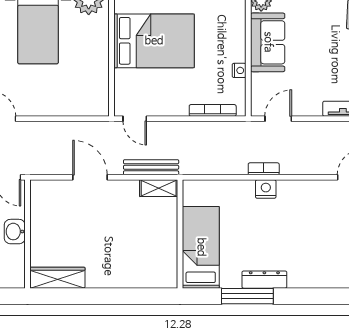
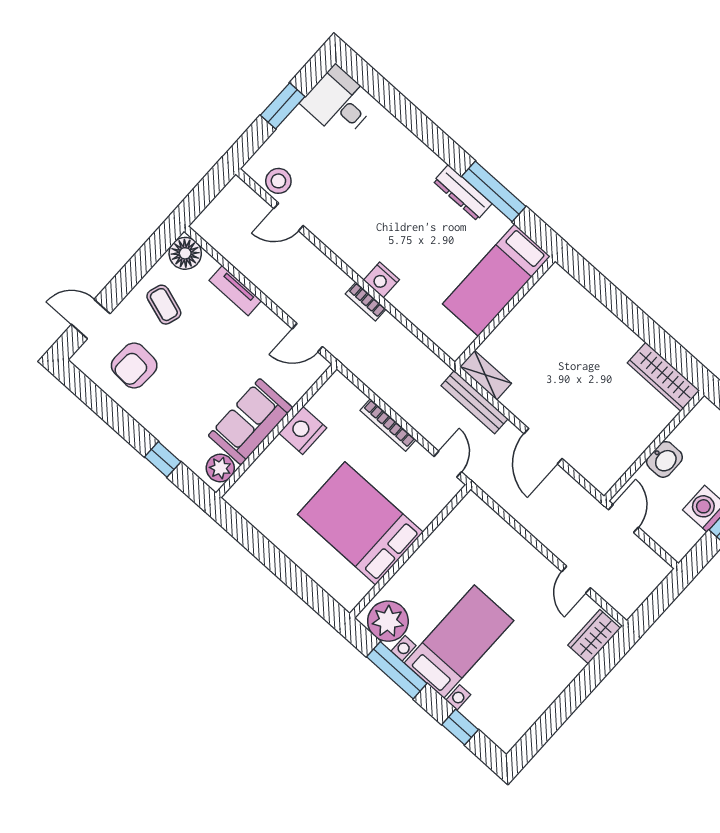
nightstand: (239, 70) -> (303, 430), width x1.89, depth x1.79
bookcase: (213, 110) -> (388, 425), moved

